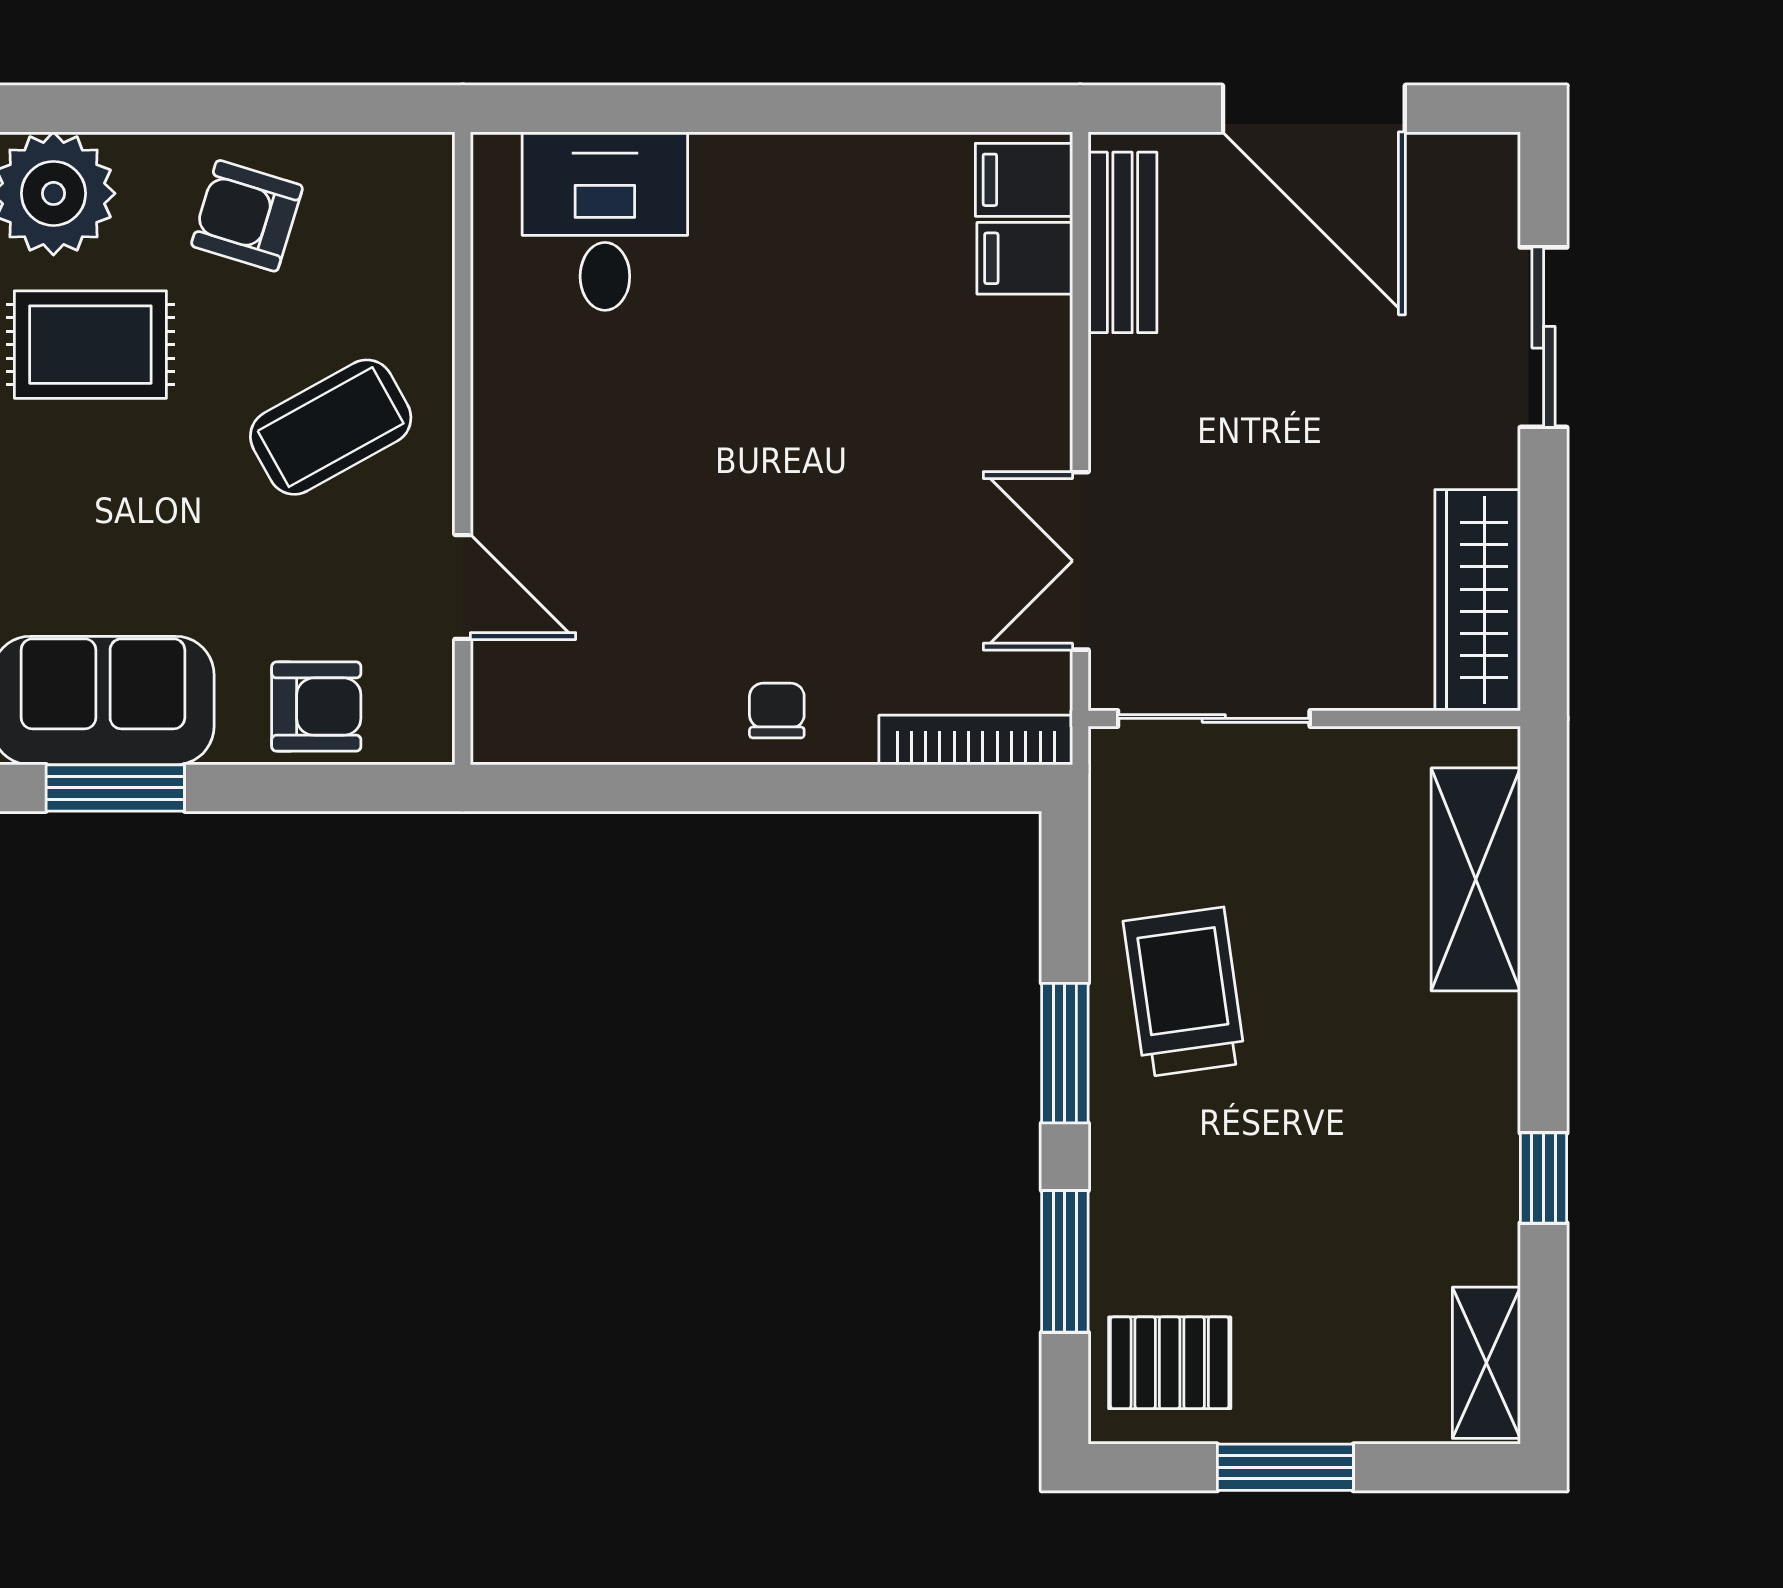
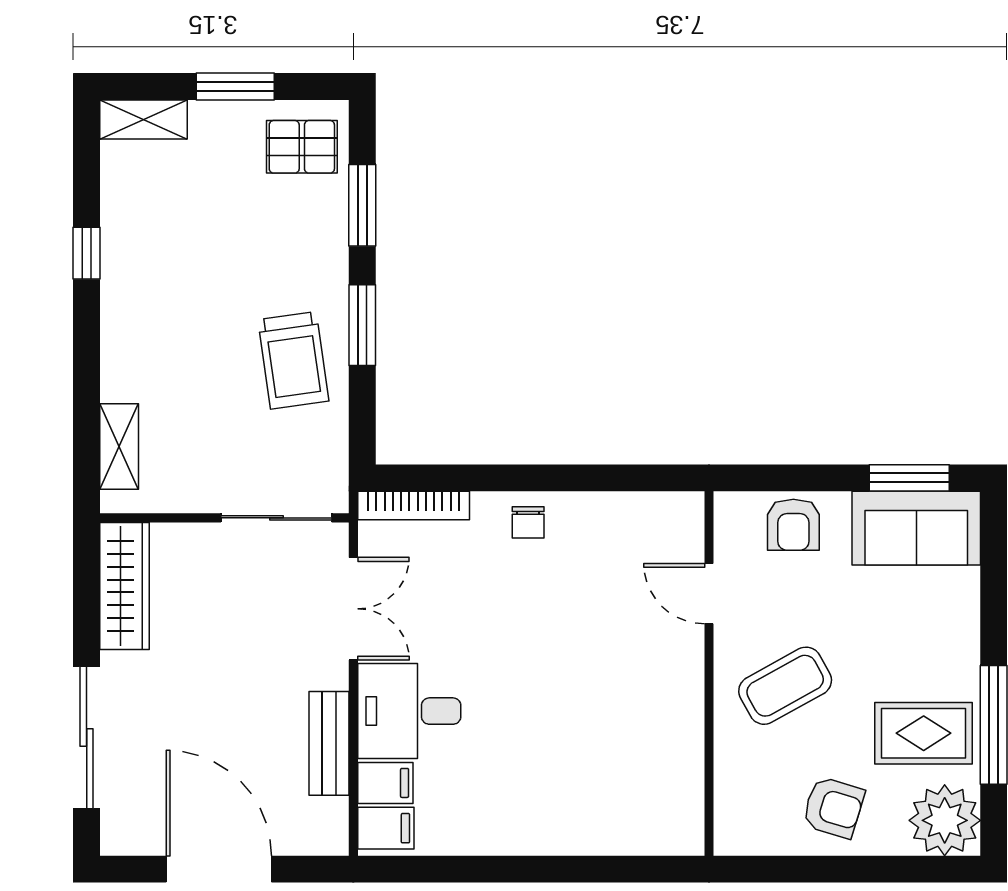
desk: (605, 221) -> (409, 711), moved, turned 90
bench: (1122, 242) -> (329, 743), moved
sliding door: (1544, 337) -> (87, 738), width x1.37
armchair: (316, 707) -> (793, 525), turned -90
shelving: (1476, 879) -> (119, 447), width x0.67, depth x0.75
shelving: (1486, 1363) -> (143, 120), moved, turned 90

